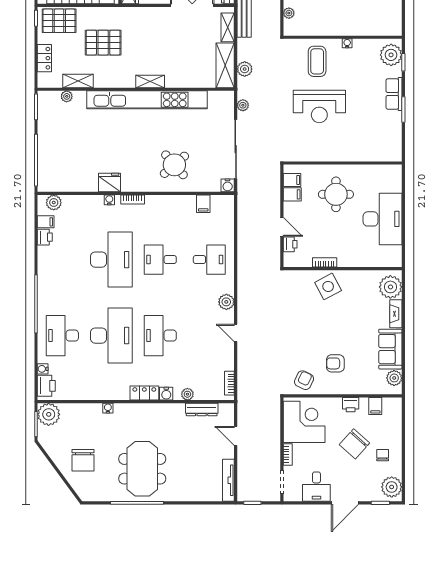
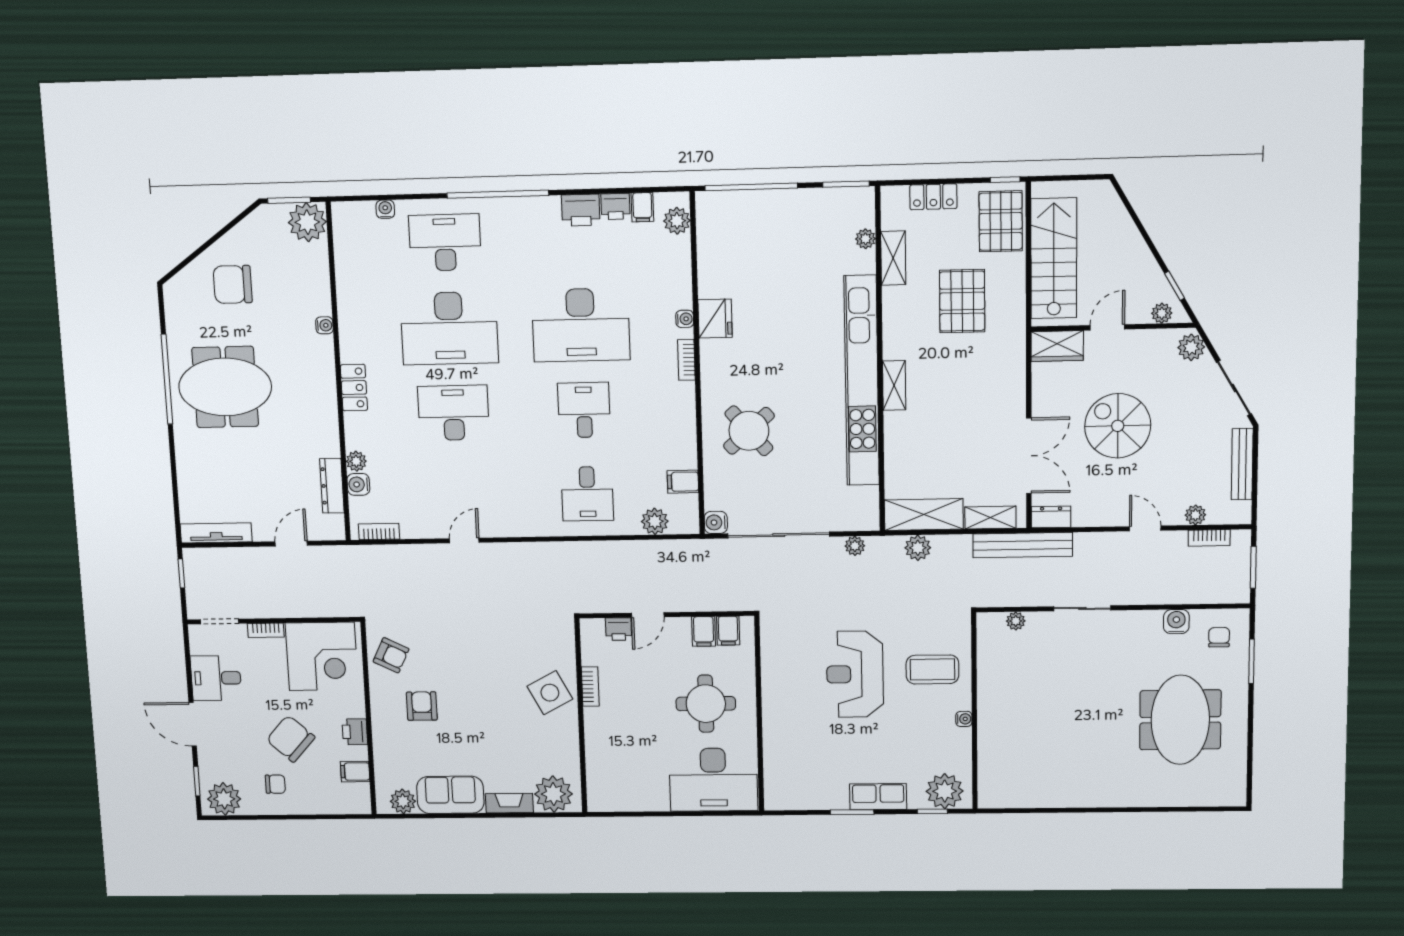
desk: (383, 219) -> (713, 780), moved
plant: (226, 302) -> (655, 521), moved
printer: (46, 386) -> (581, 210), moved
water cooler: (166, 394) -> (358, 484), moved

